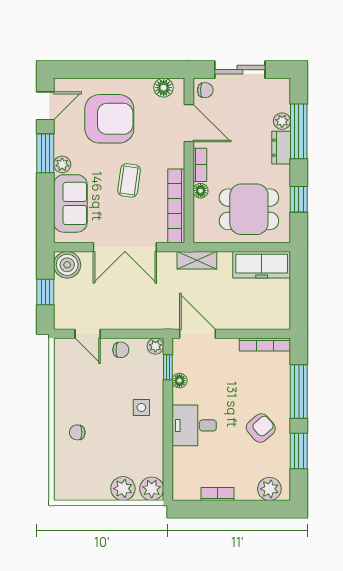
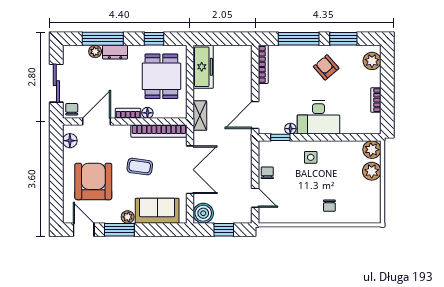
door: (88, 334) -> (255, 198), hinge flipped
plant: (155, 346) -> (265, 147), removed
desk: (194, 425) -> (318, 118), width x1.37

